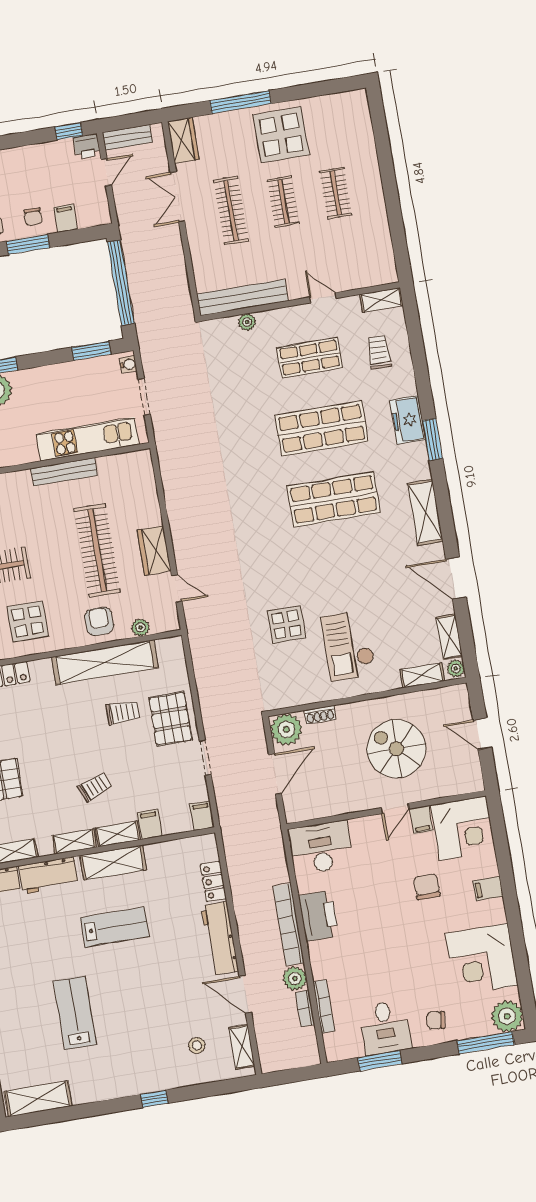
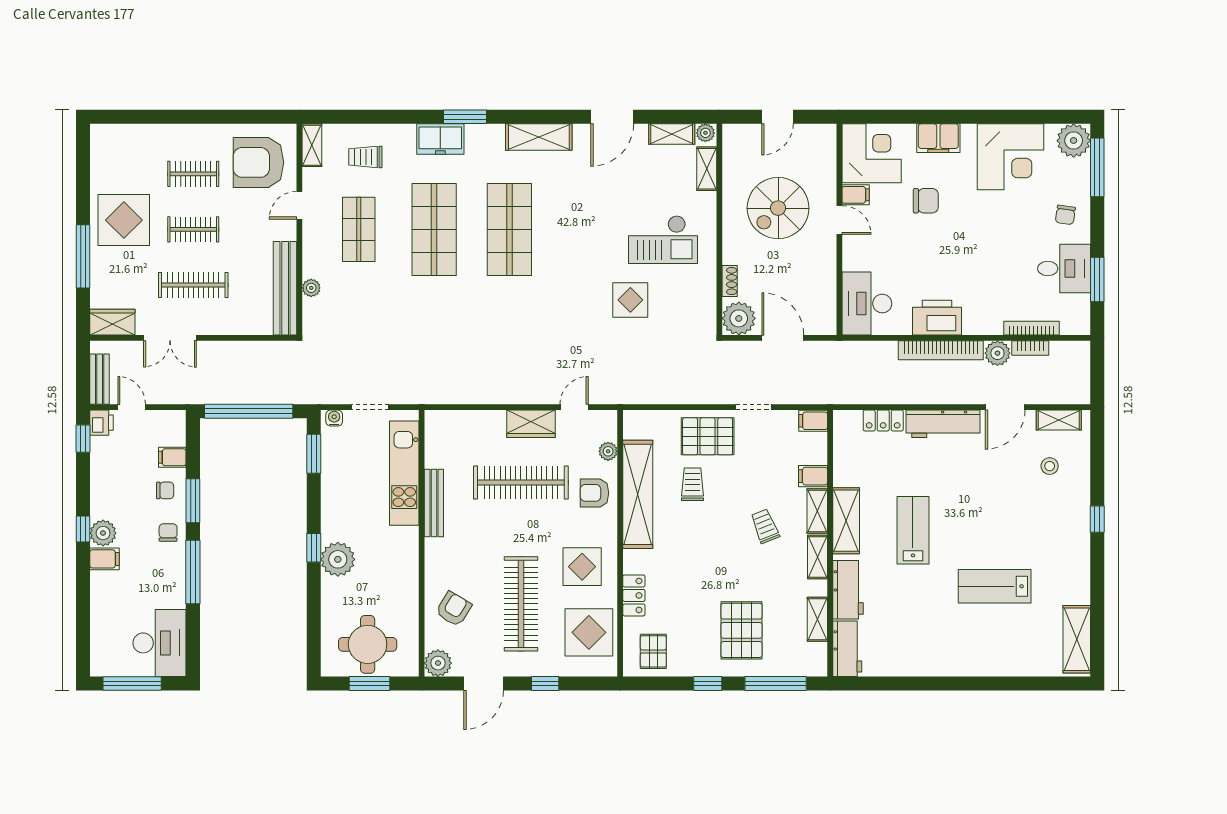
armchair: (357, 252) -> (258, 162), added
chair: (427, 887) -> (926, 201), turned 180
filing cabinet: (488, 889) -> (938, 138), width x2.00

